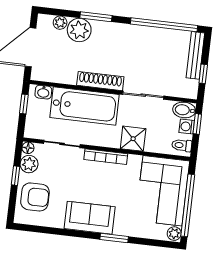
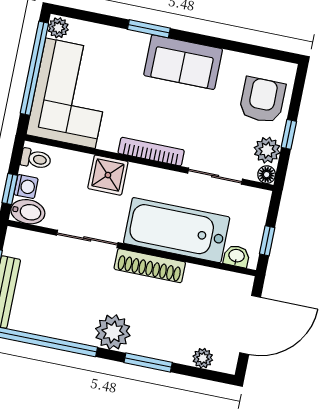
plant: (79, 30) -> (113, 332), moved
armchair: (35, 197) -> (262, 100), turned 90

